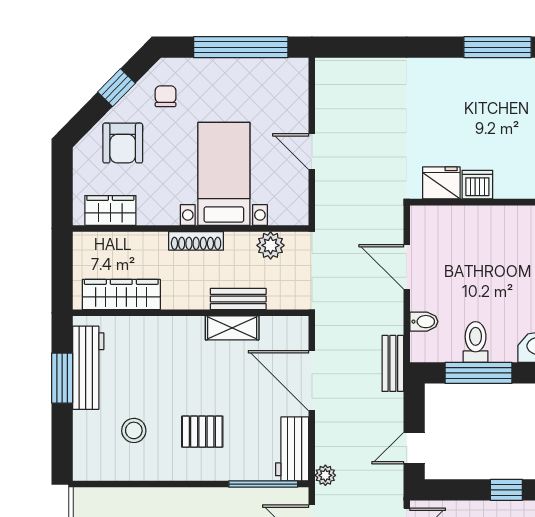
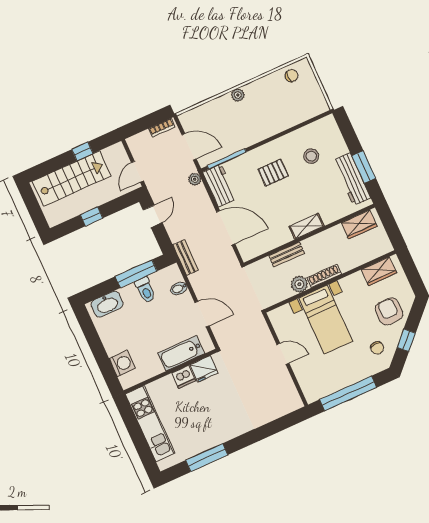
bathtub: (465, 222) -> (181, 353), added
plant: (271, 245) -> (299, 284), moved
wardrobe: (121, 295) -> (359, 224), width x0.67
shelving: (232, 328) -> (307, 226), moved

